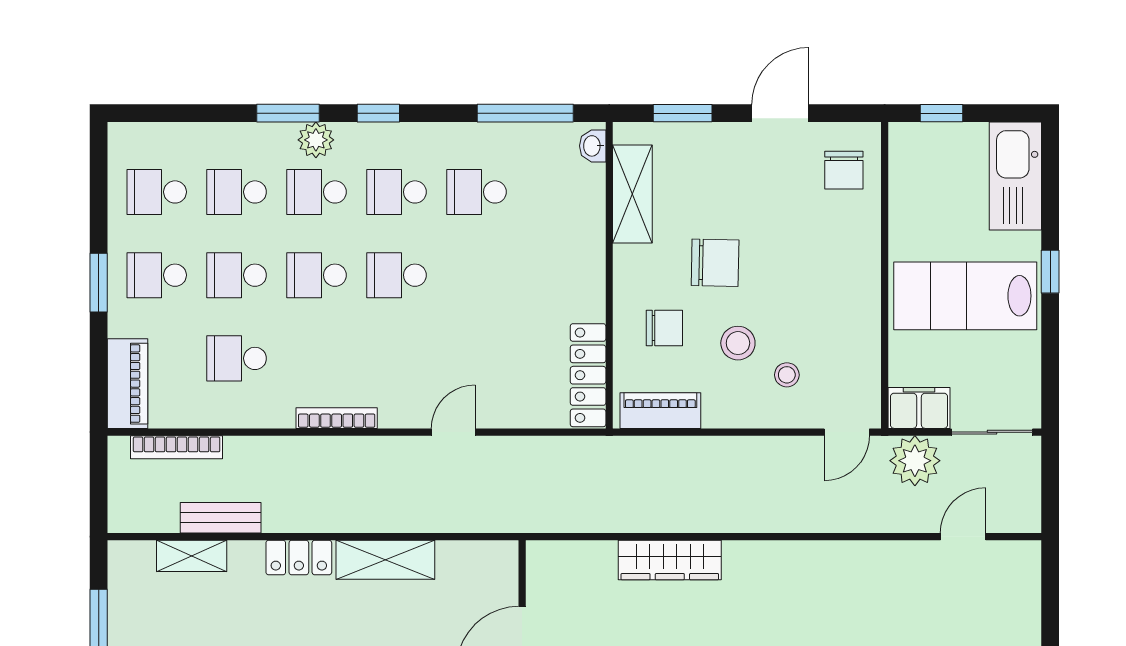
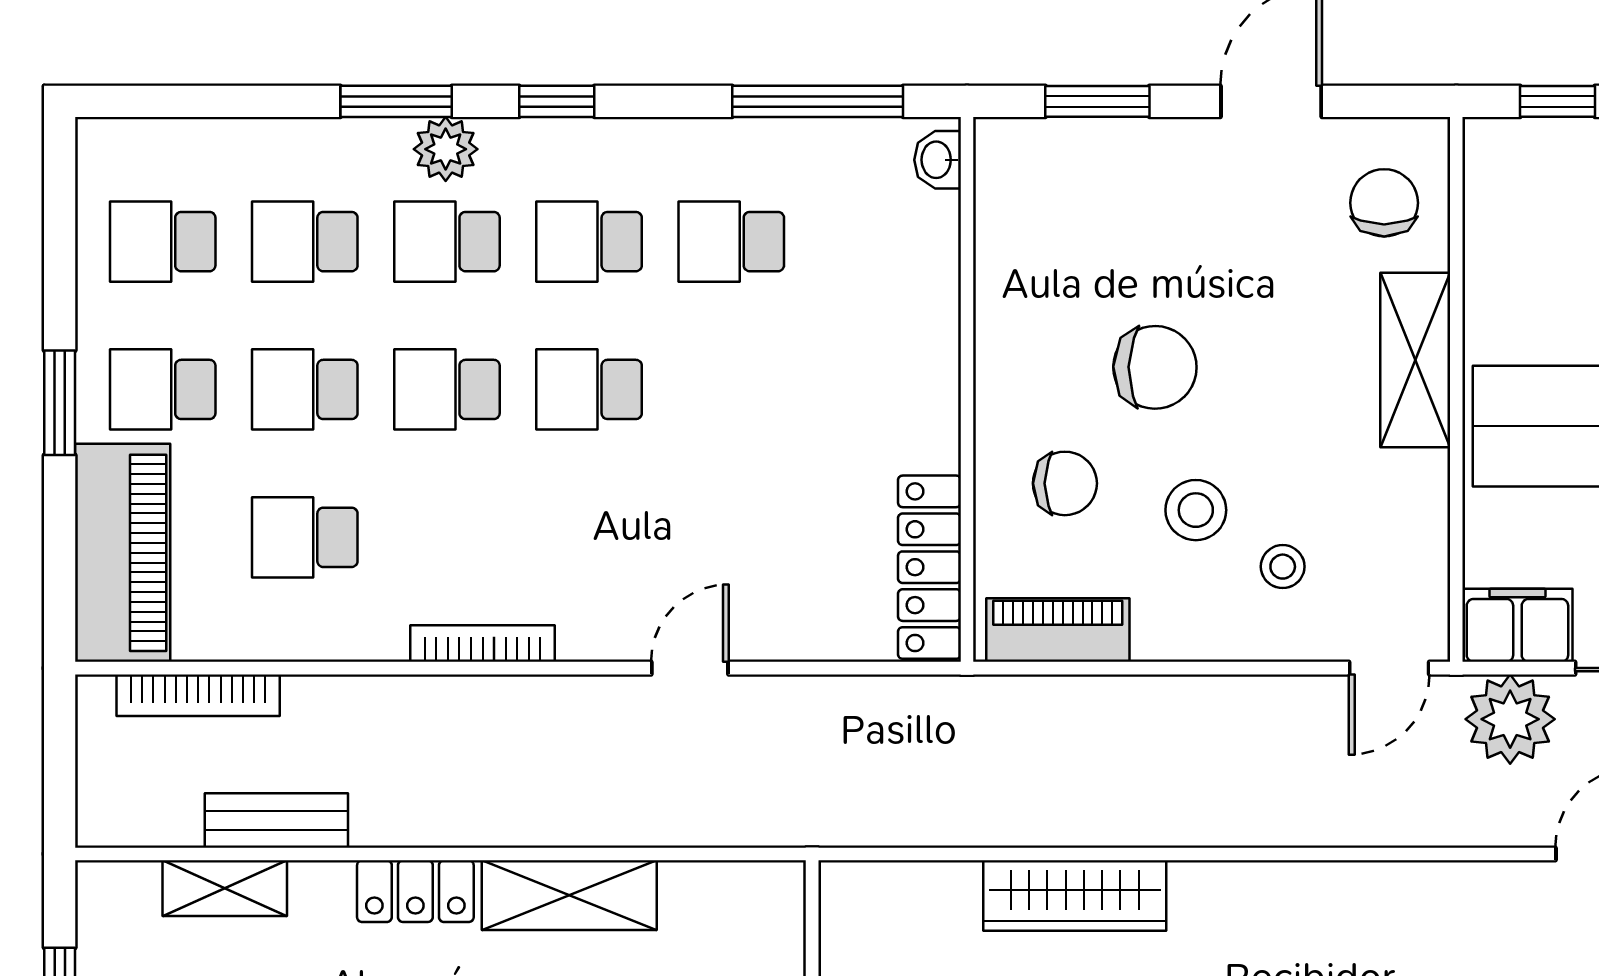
chair: (844, 170) -> (1384, 203), turned 180
shelving: (632, 194) -> (1415, 360), moved
piano: (127, 384) -> (123, 553), width x1.37, depth x1.33

